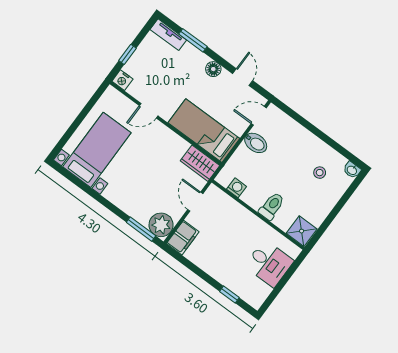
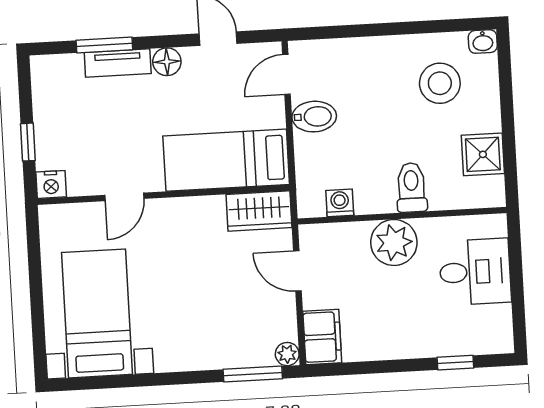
tv unit: (168, 35) -> (118, 63), moved
stool: (320, 173) -> (440, 83), width x1.89, depth x1.89
plant: (245, 223) -> (394, 242), added
plant: (161, 225) -> (287, 354), width x0.53, depth x0.53
shower: (302, 231) -> (483, 154), moved

